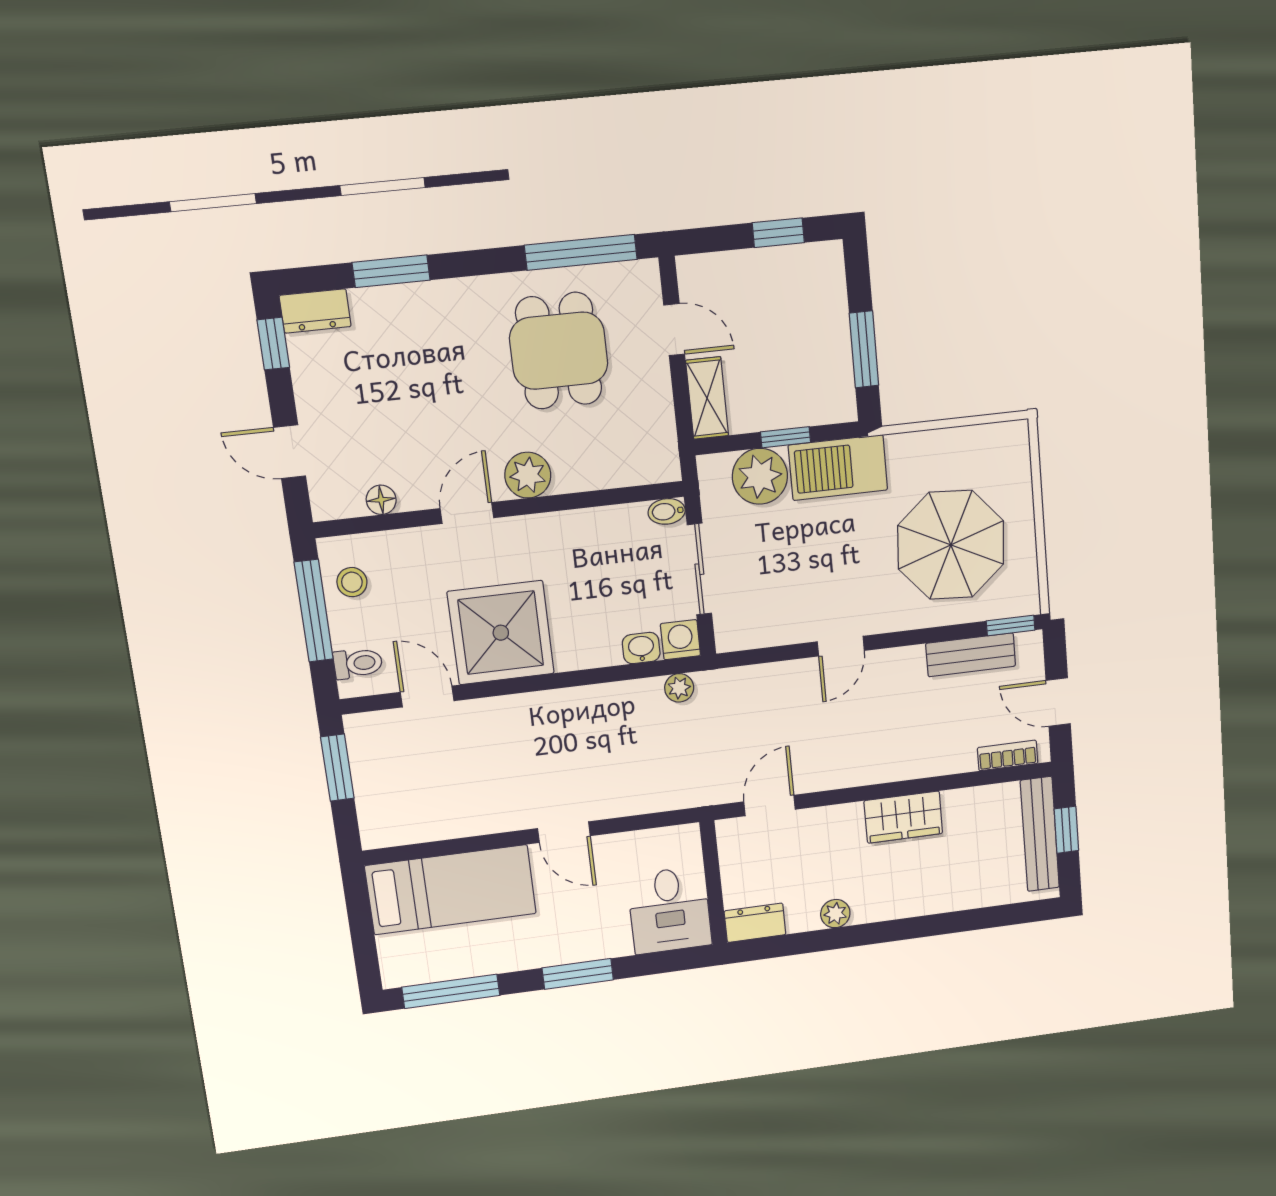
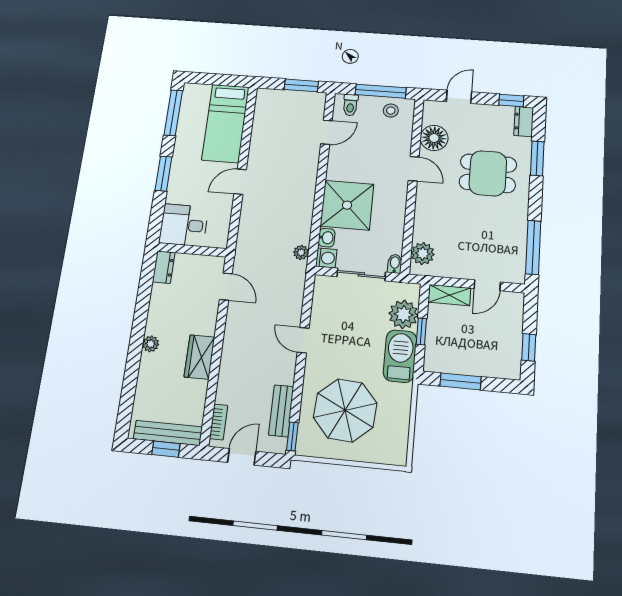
dining table: (559, 351) -> (488, 173), moved
plant: (528, 475) -> (423, 254), moved
floor lamp: (381, 500) -> (434, 138), width x1.89, depth x1.89
shower: (501, 633) -> (347, 205), moved
plant: (835, 914) -> (151, 344), moved

